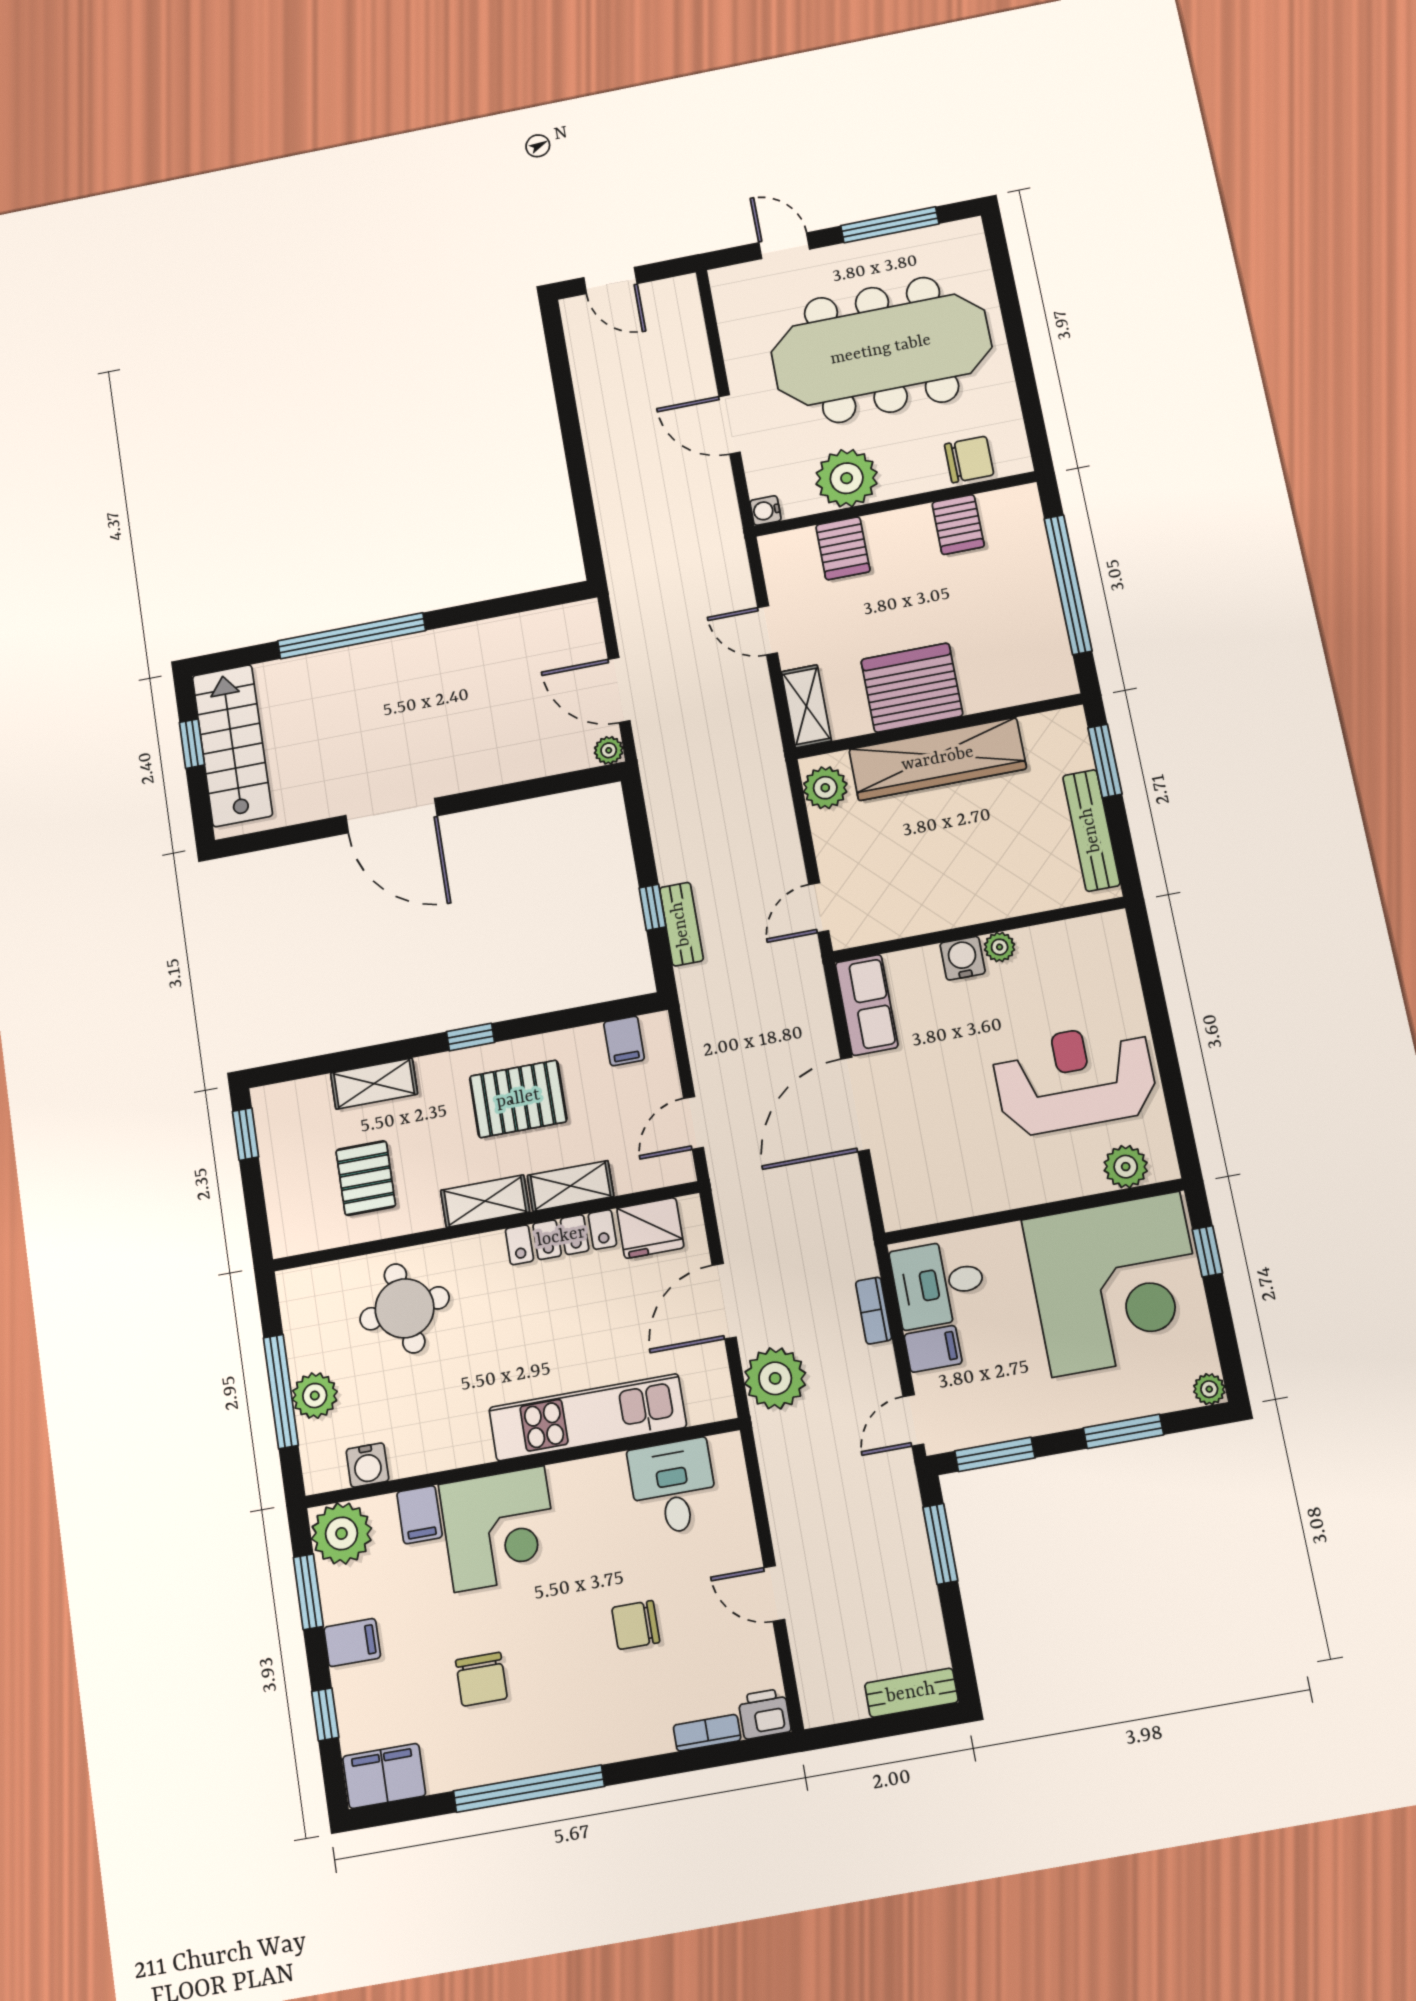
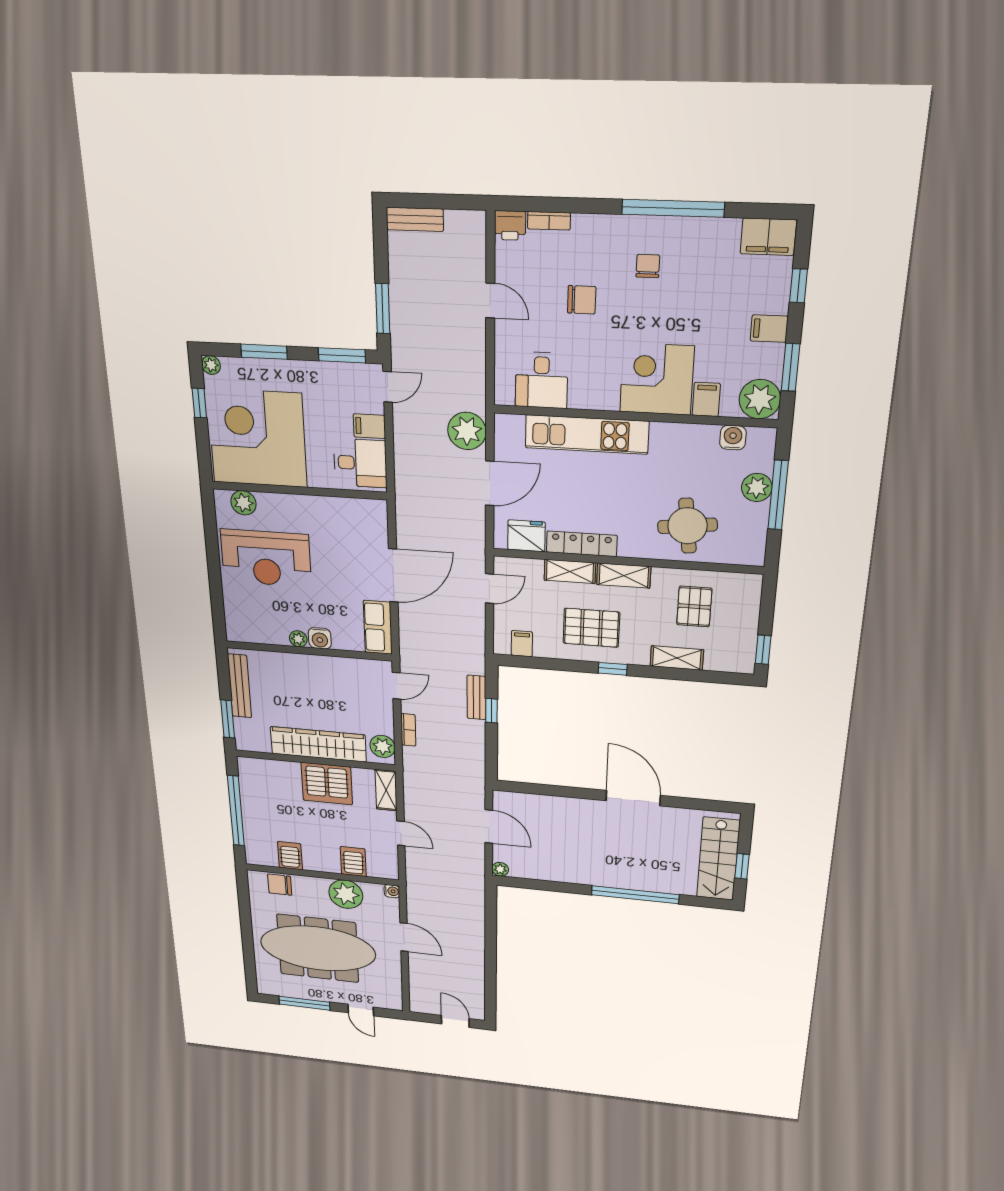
plant: (609, 750) -> (500, 869), moved
window: (1207, 1251) -> (199, 403), moved
bookcase: (874, 1311) -> (408, 730), moved
chair: (481, 1679) -> (648, 266), moved, width x0.73, depth x0.73

